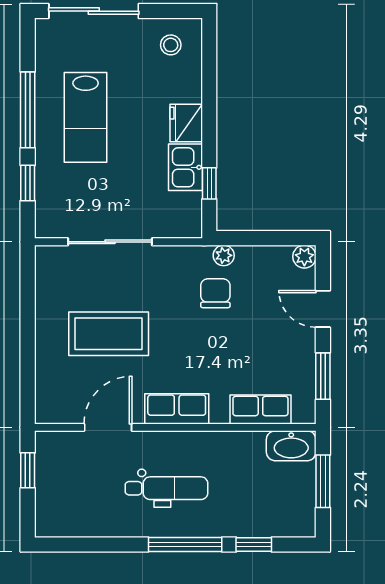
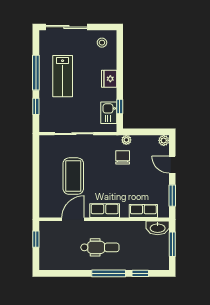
kitchen sink: (185, 167) -> (109, 113), moved
coffee table: (109, 334) -> (73, 176), turned 90

